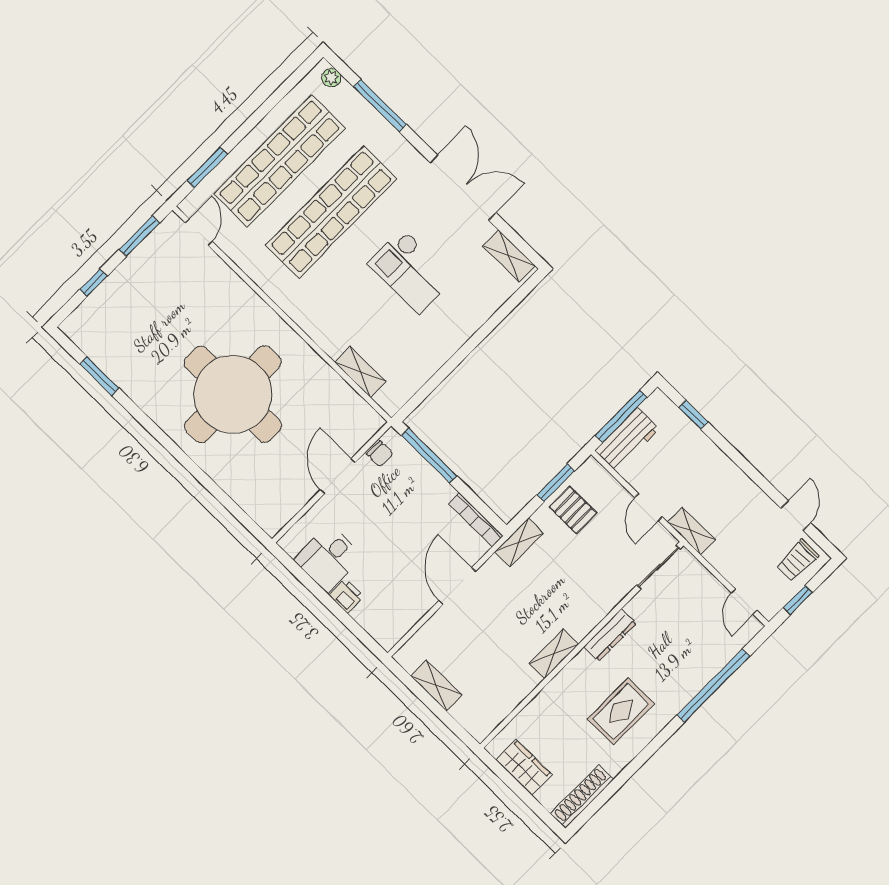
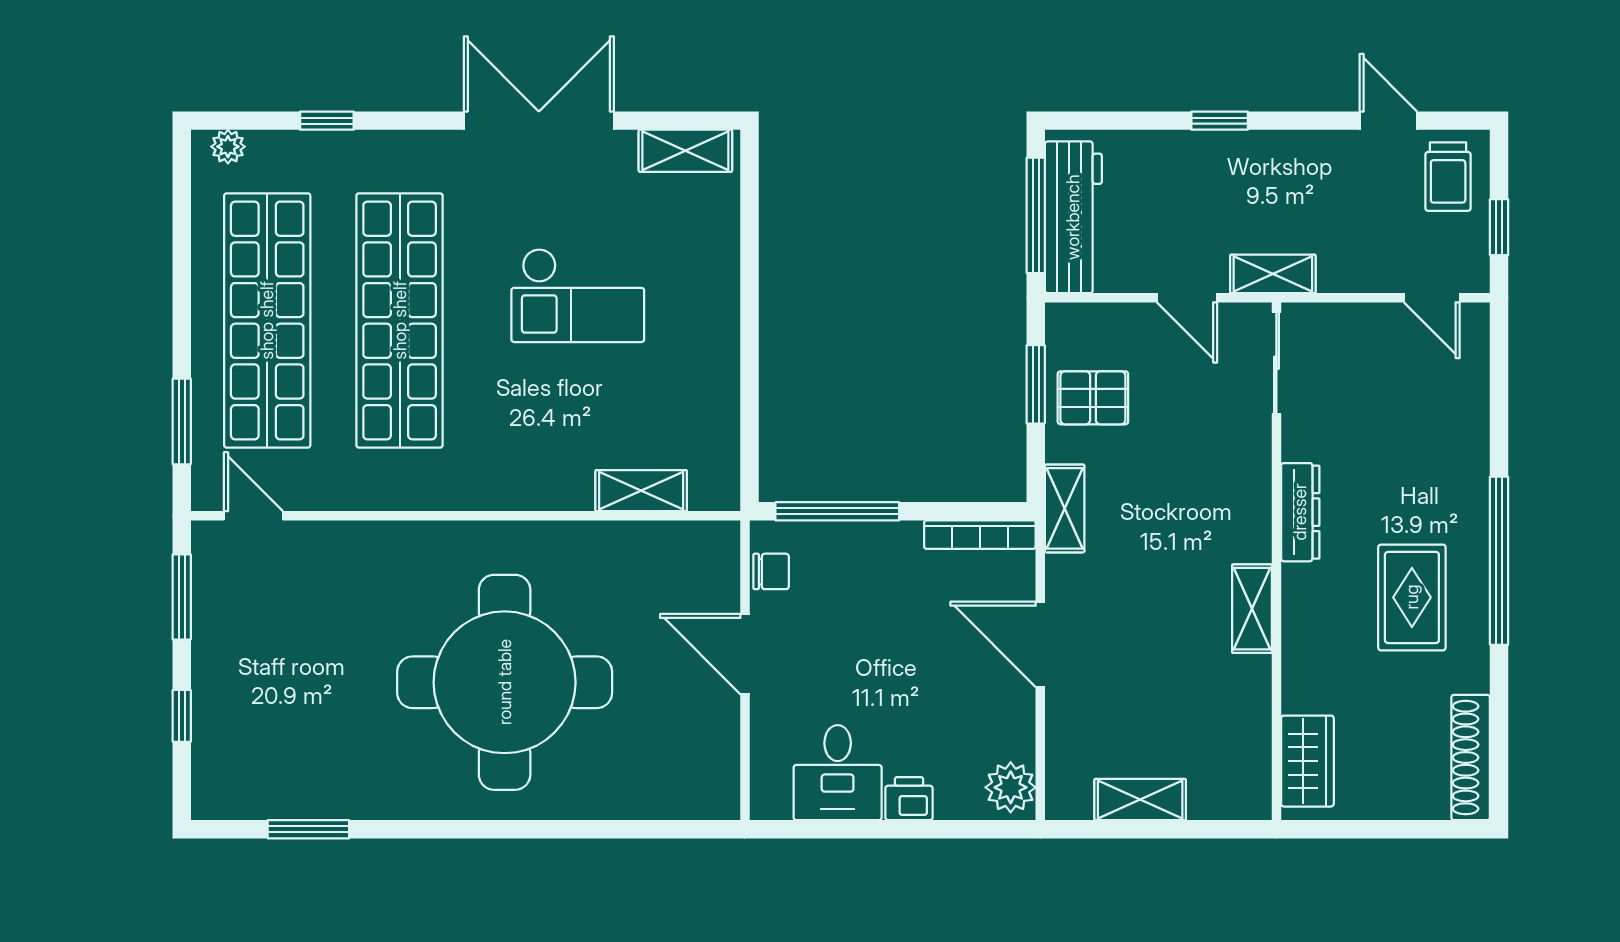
window: (380, 106) -> (327, 121), width x0.46
window: (693, 415) -> (1220, 121), moved
workbench: (627, 440) -> (1073, 217), width x1.38
plant: (390, 631) -> (1011, 787), added
window: (714, 686) -> (1499, 561), moved
wardrobe: (524, 767) -> (1307, 761), moved, turned 90

